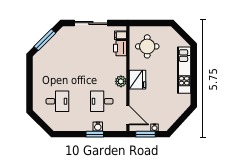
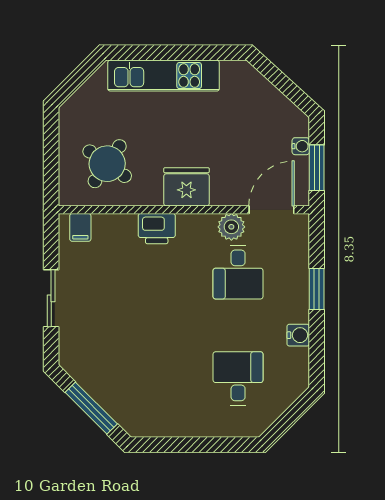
sliding door: (91, 23) -> (51, 298), width x0.73
round table: (147, 46) -> (107, 164), turned 35
printer: (120, 48) -> (157, 229), moved
plant: (121, 81) -> (231, 227), moved
water cooler: (98, 126) -> (298, 335), moved

